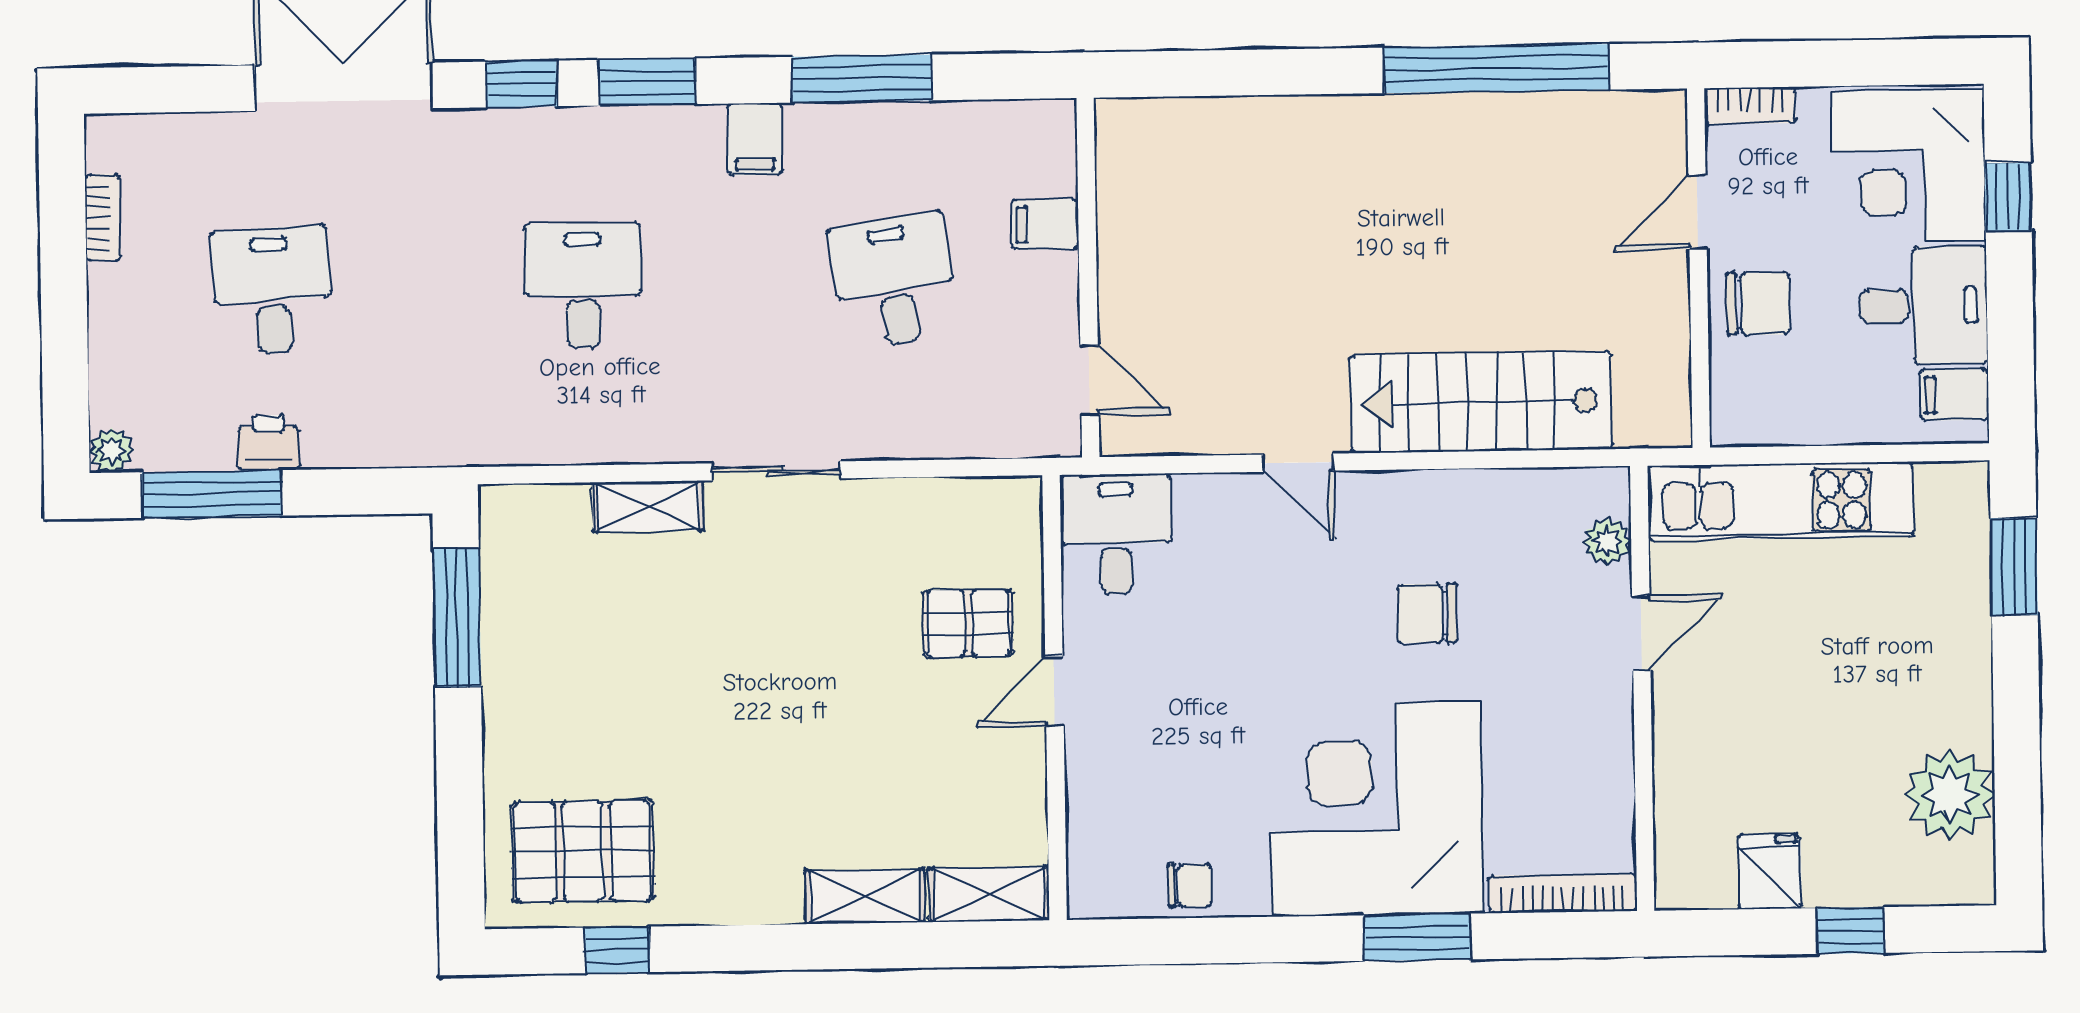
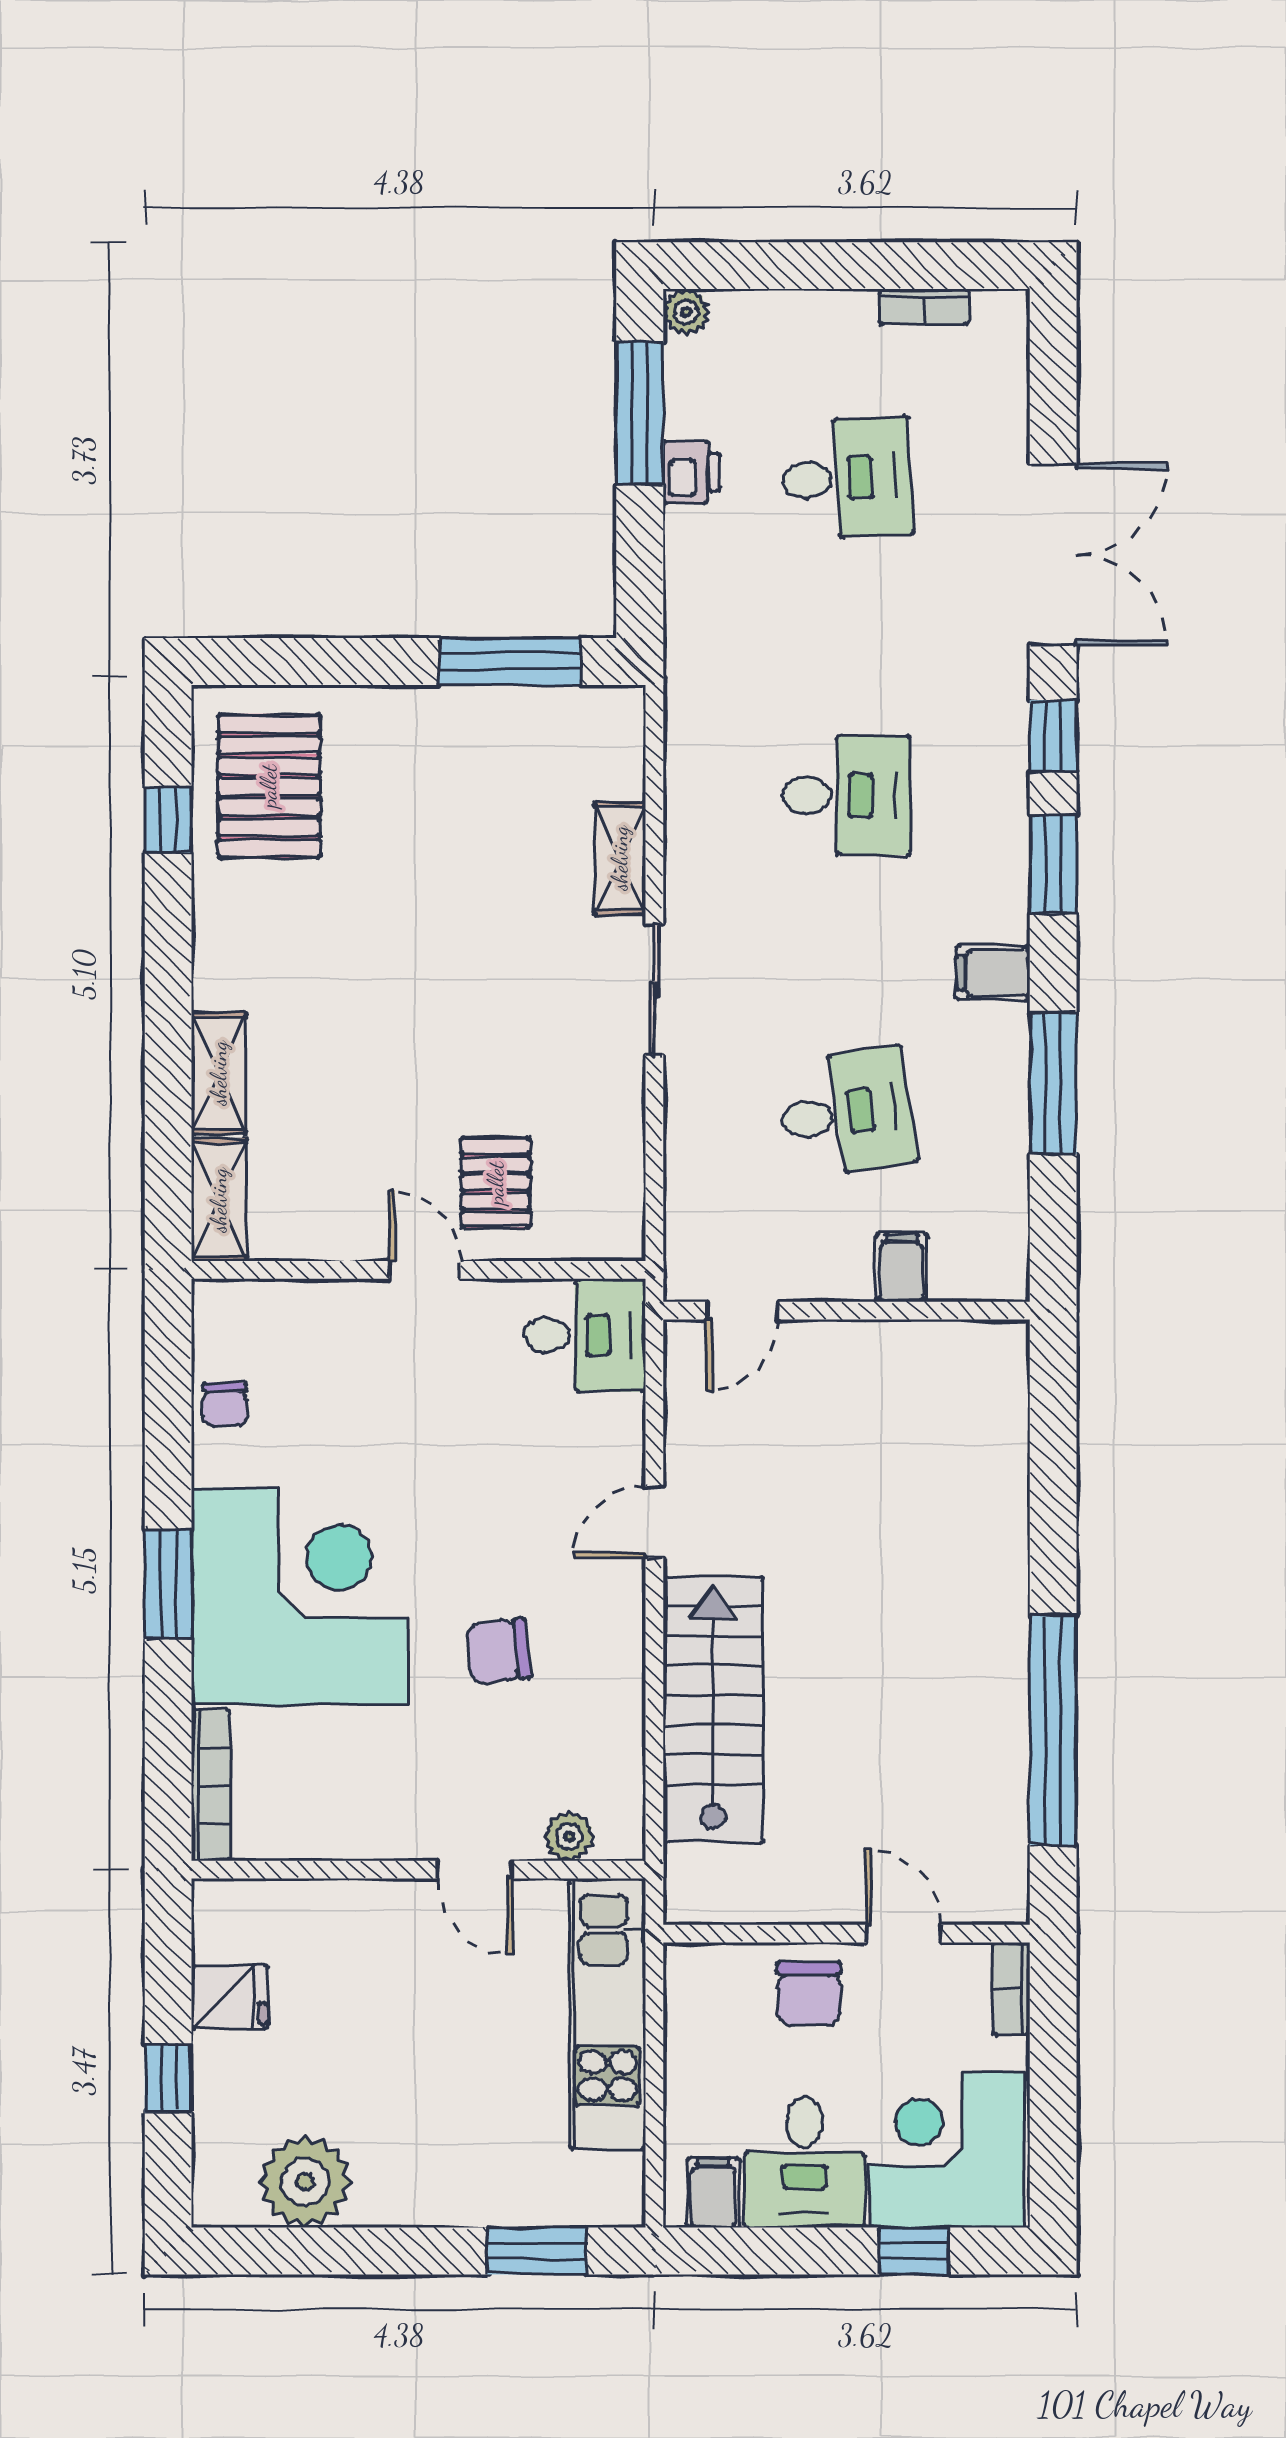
chair: (1427, 613) -> (498, 1651), turned -96
window: (1417, 937) -> (168, 1584), moved

